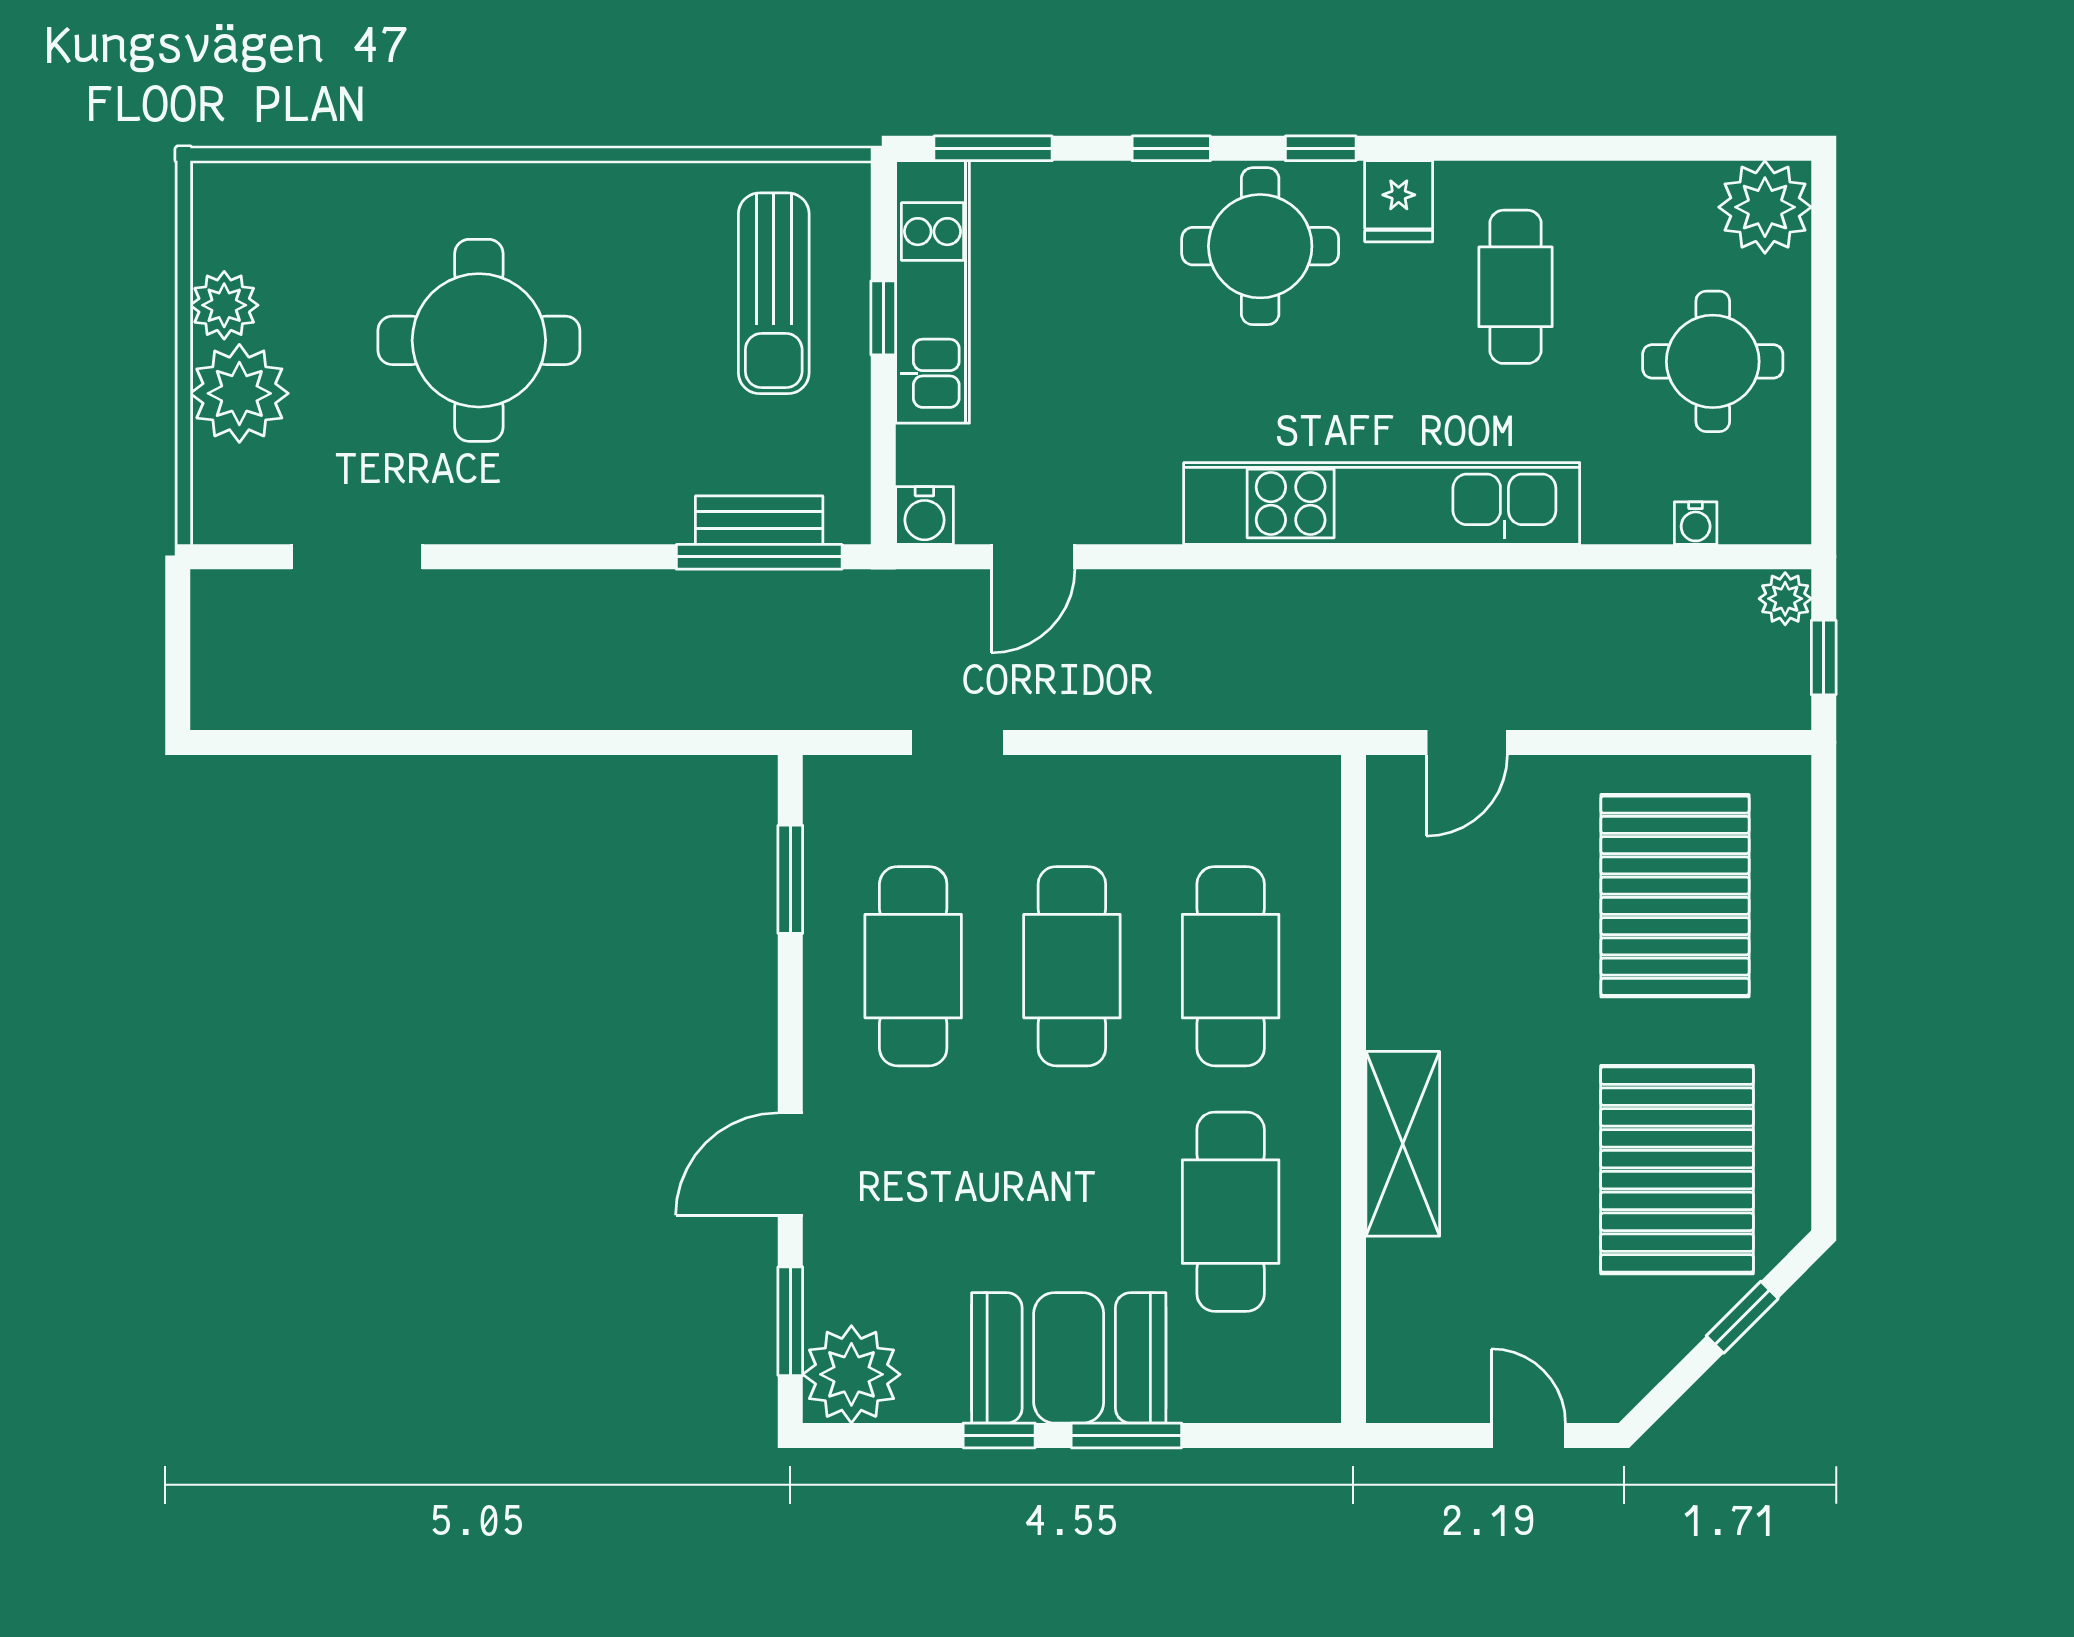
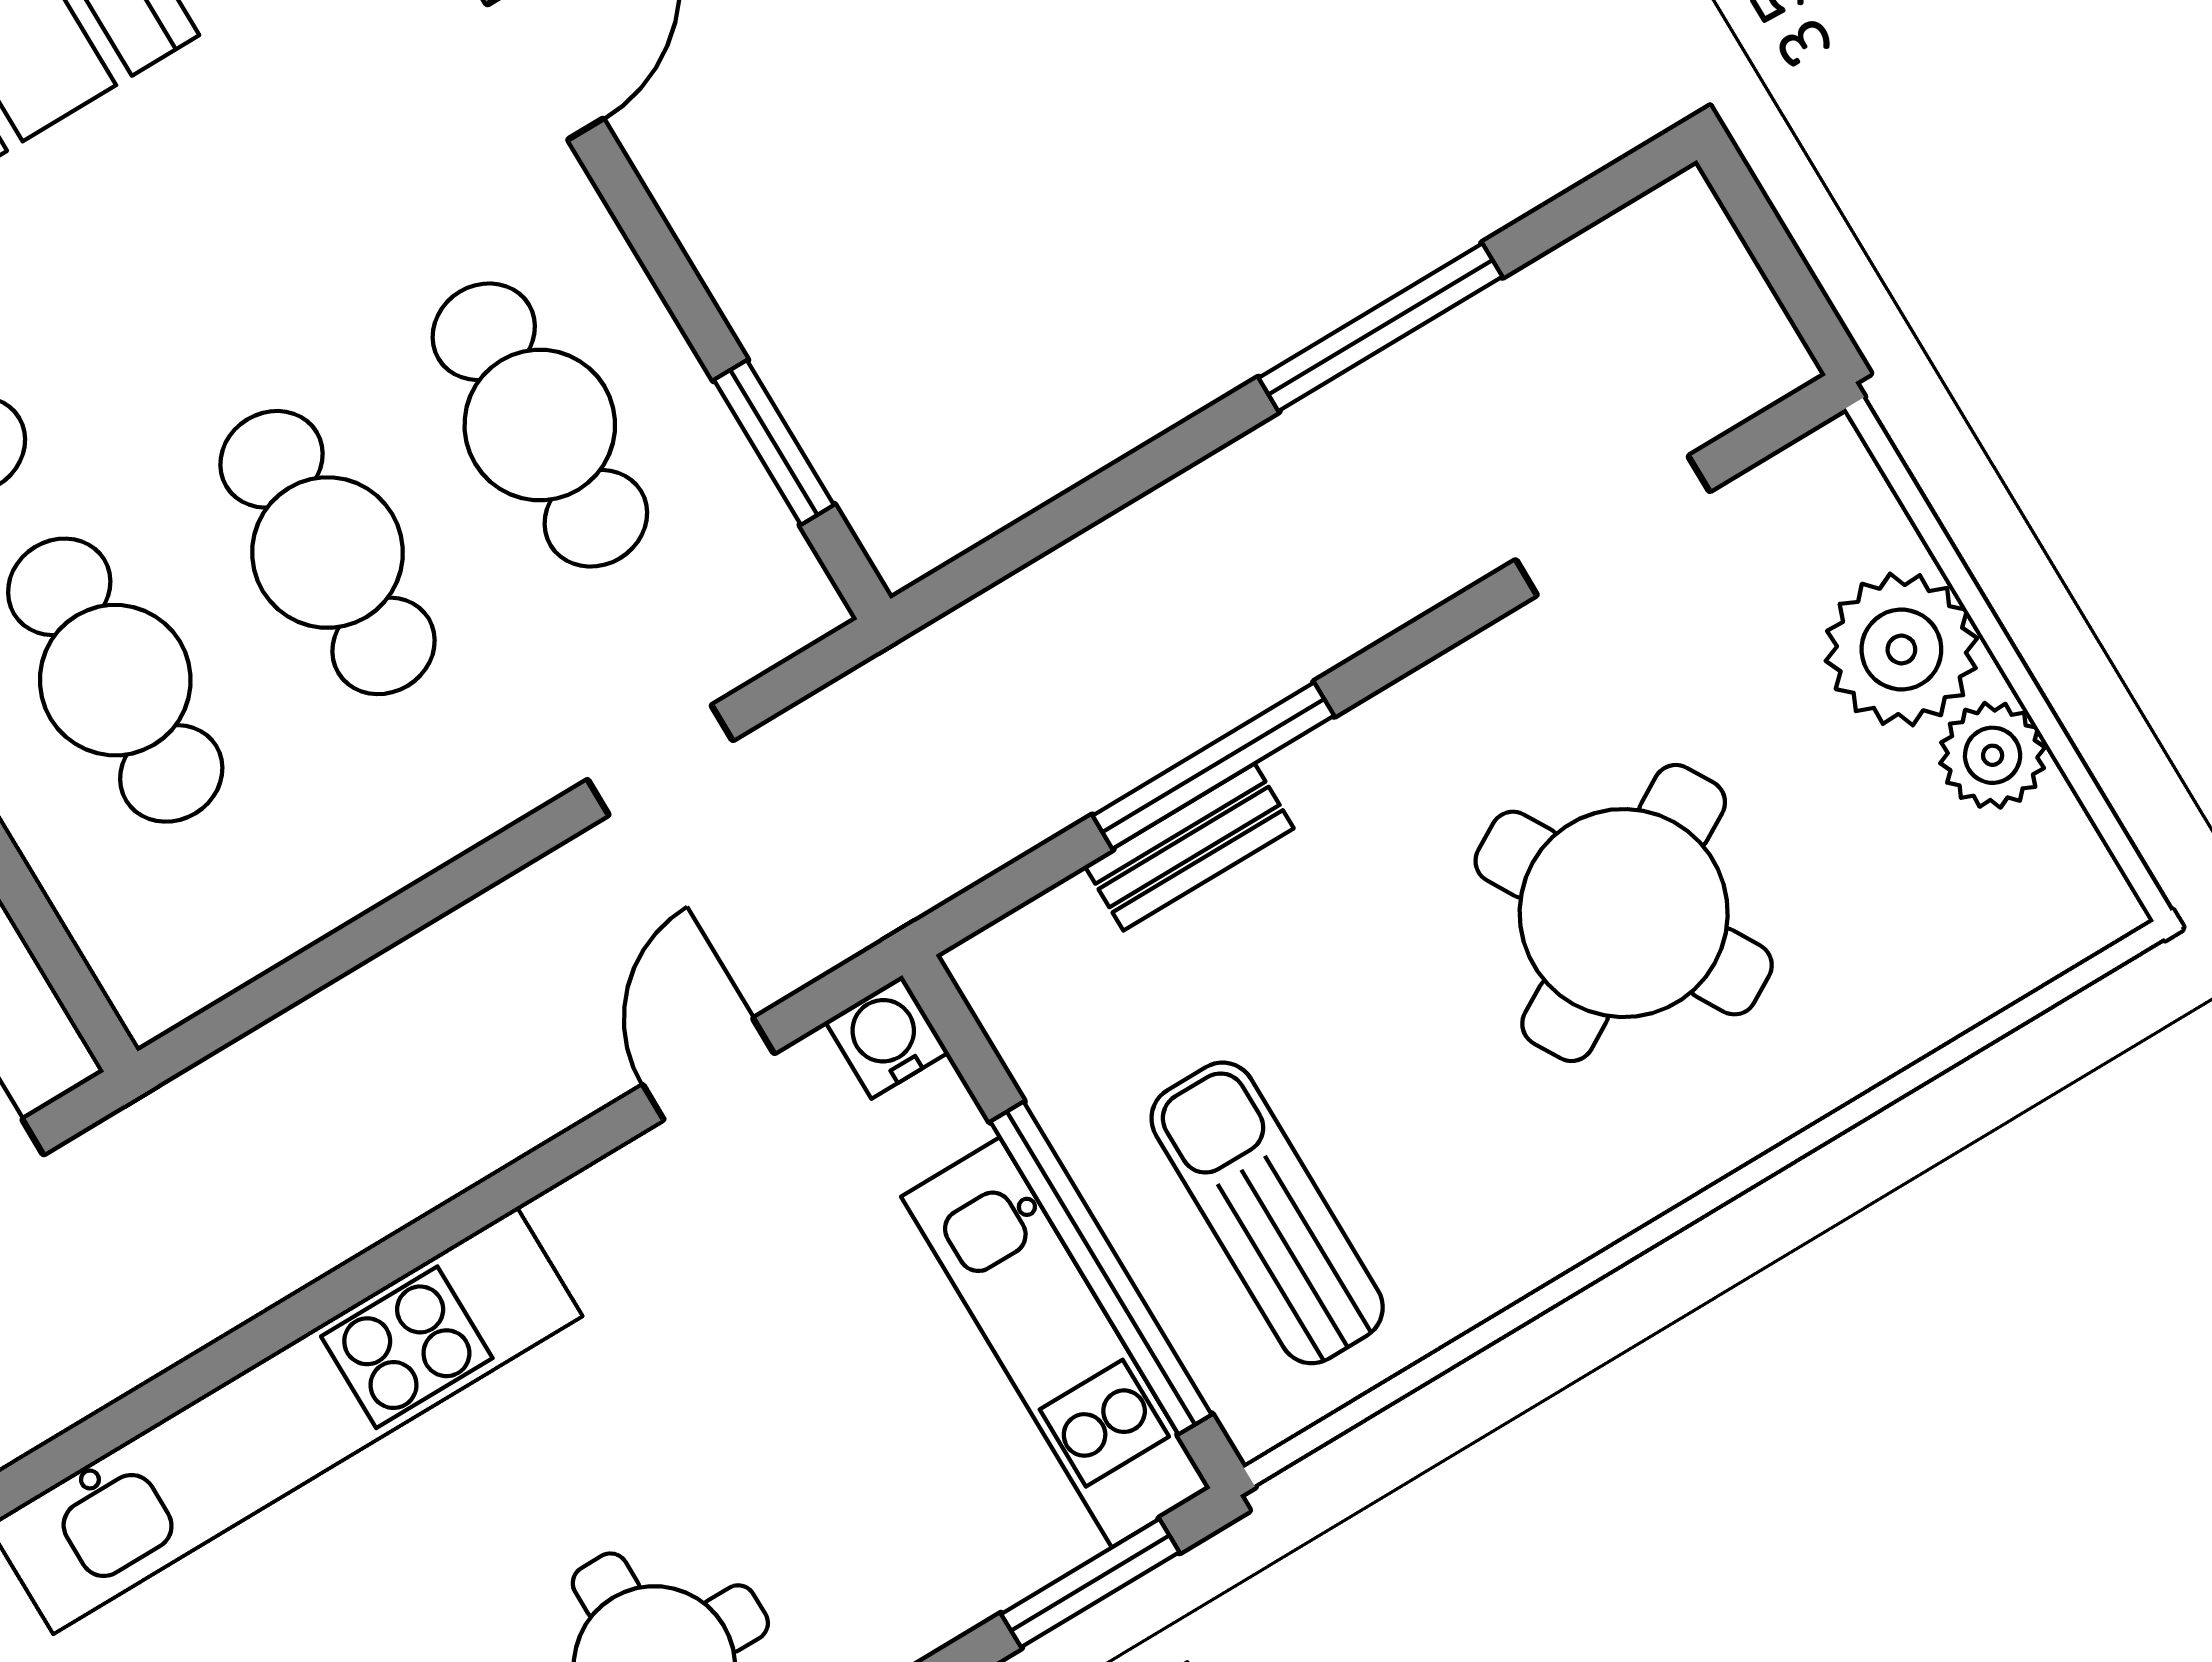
window: (883, 318) -> (1101, 1268), width x3.17
round table: (479, 340) -> (1624, 913), turned -30
bench: (759, 520) -> (1189, 847), moved
window: (759, 557) -> (1213, 766), moved
window: (419, 742) -> (1380, 327), added

